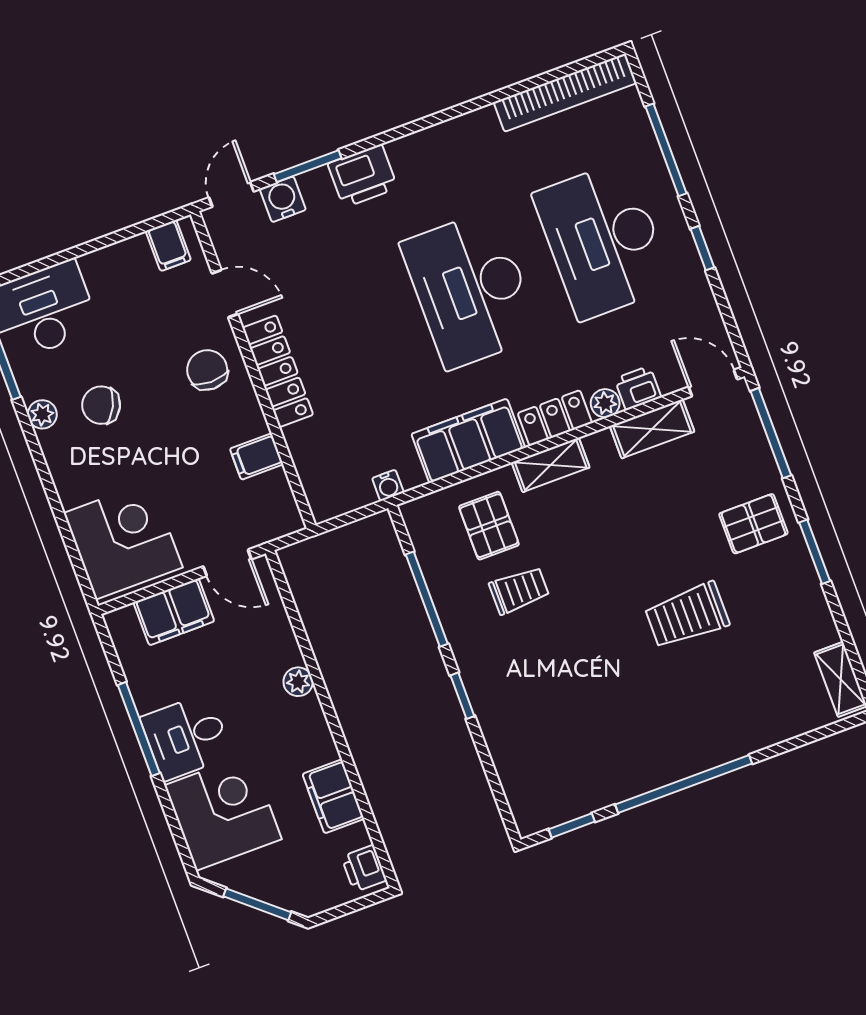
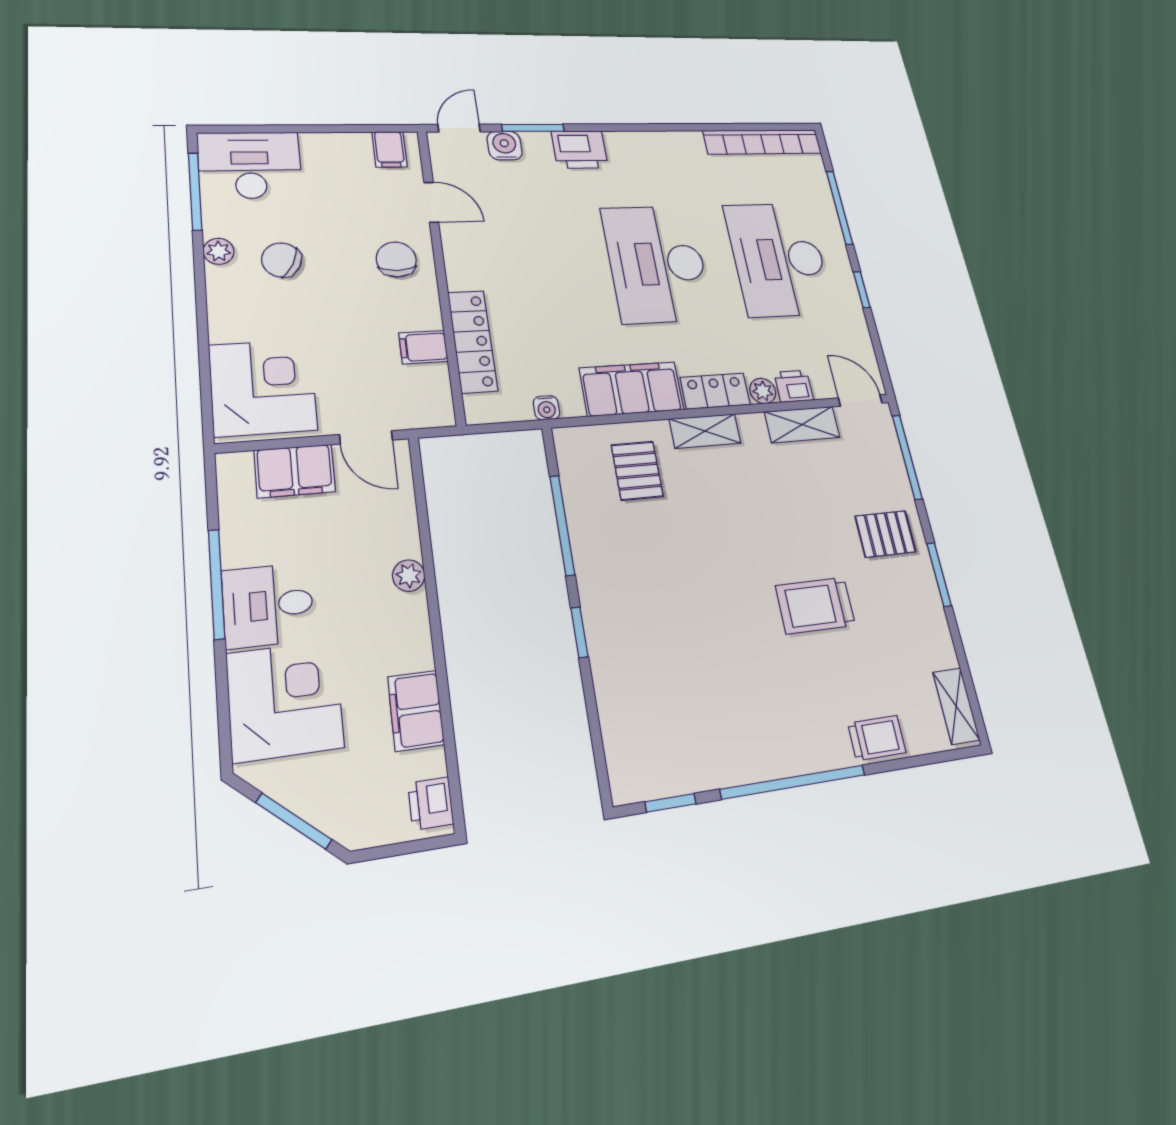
locker: (278, 371) -> (473, 341), moved
trolley: (519, 590) -> (877, 738), moved

